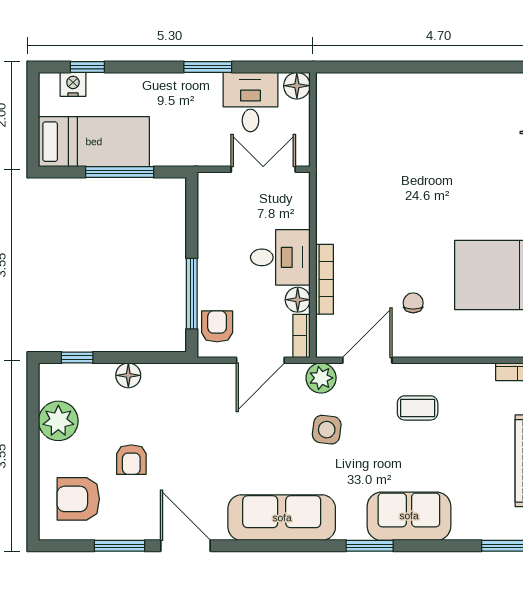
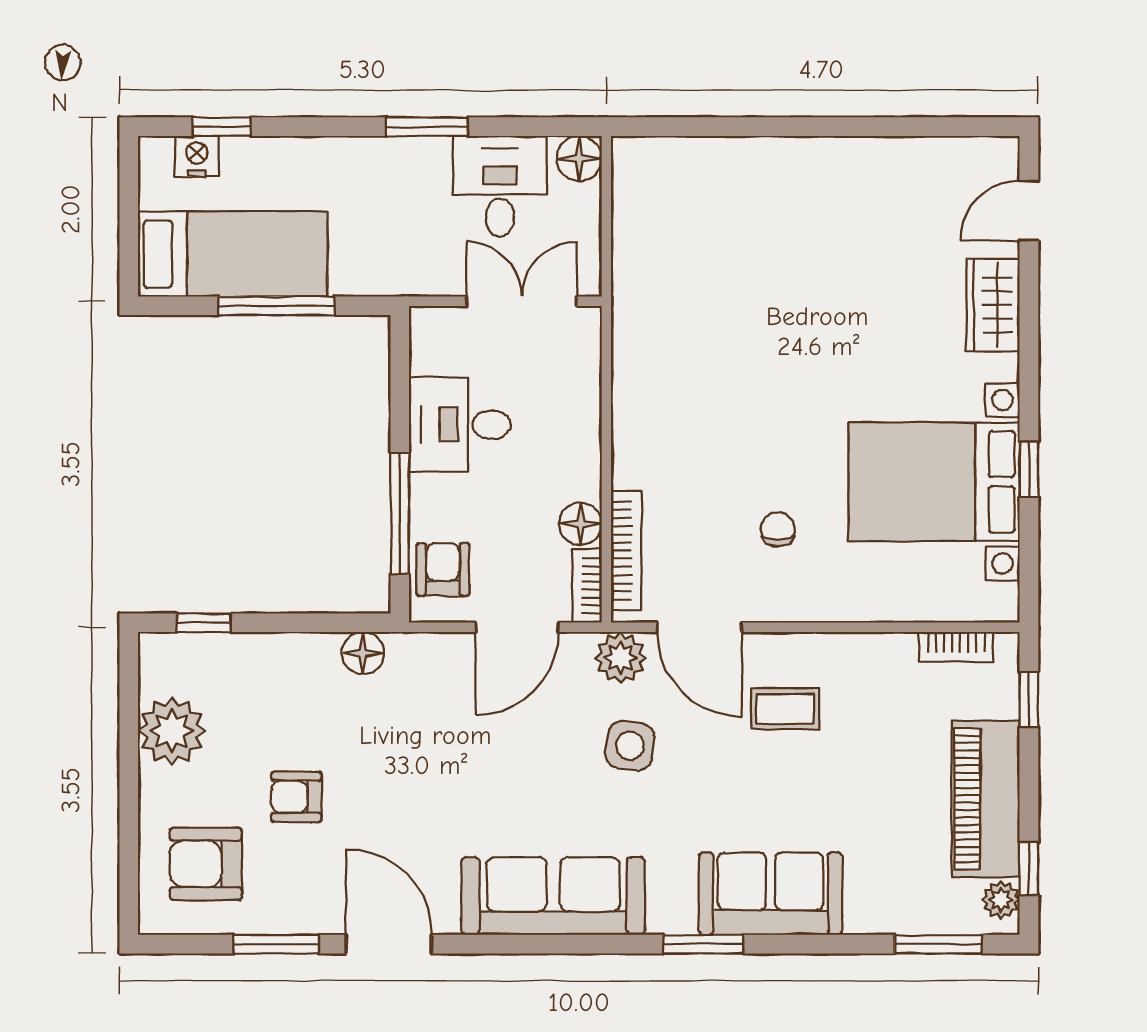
desk: (280, 257) -> (460, 425), moved, turned 180
bookcase: (324, 279) -> (626, 551), moved
door: (367, 360) -> (699, 627), swing flipped
floor lamp: (128, 375) -> (363, 653), moved
armchair: (131, 460) -> (296, 797), turned 90

